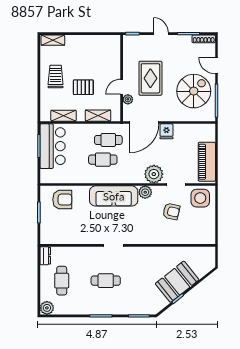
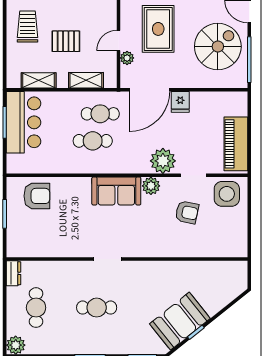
sofa: (114, 196) -> (116, 191), width x0.73
booth: (177, 282) -> (180, 321), moved

